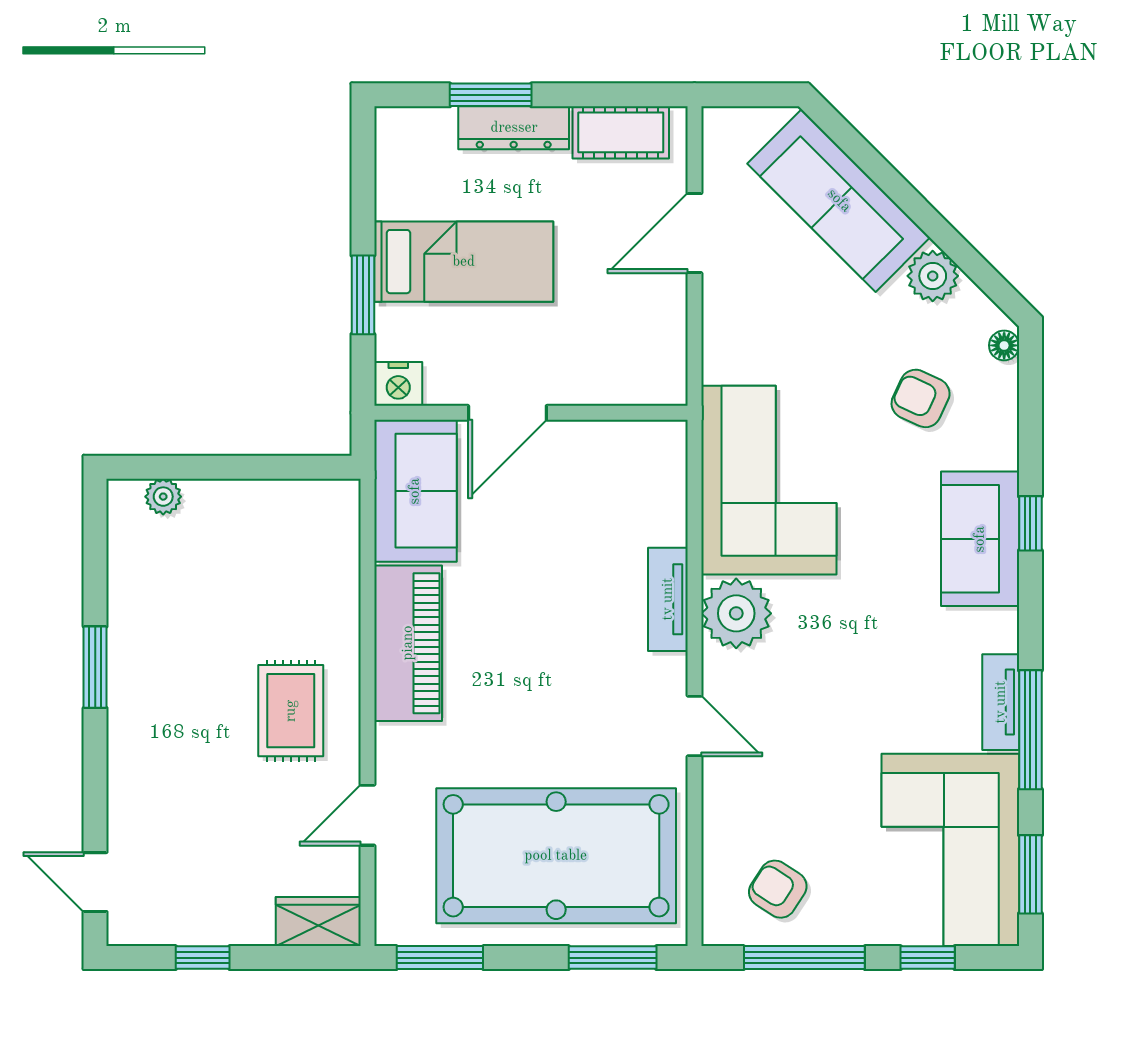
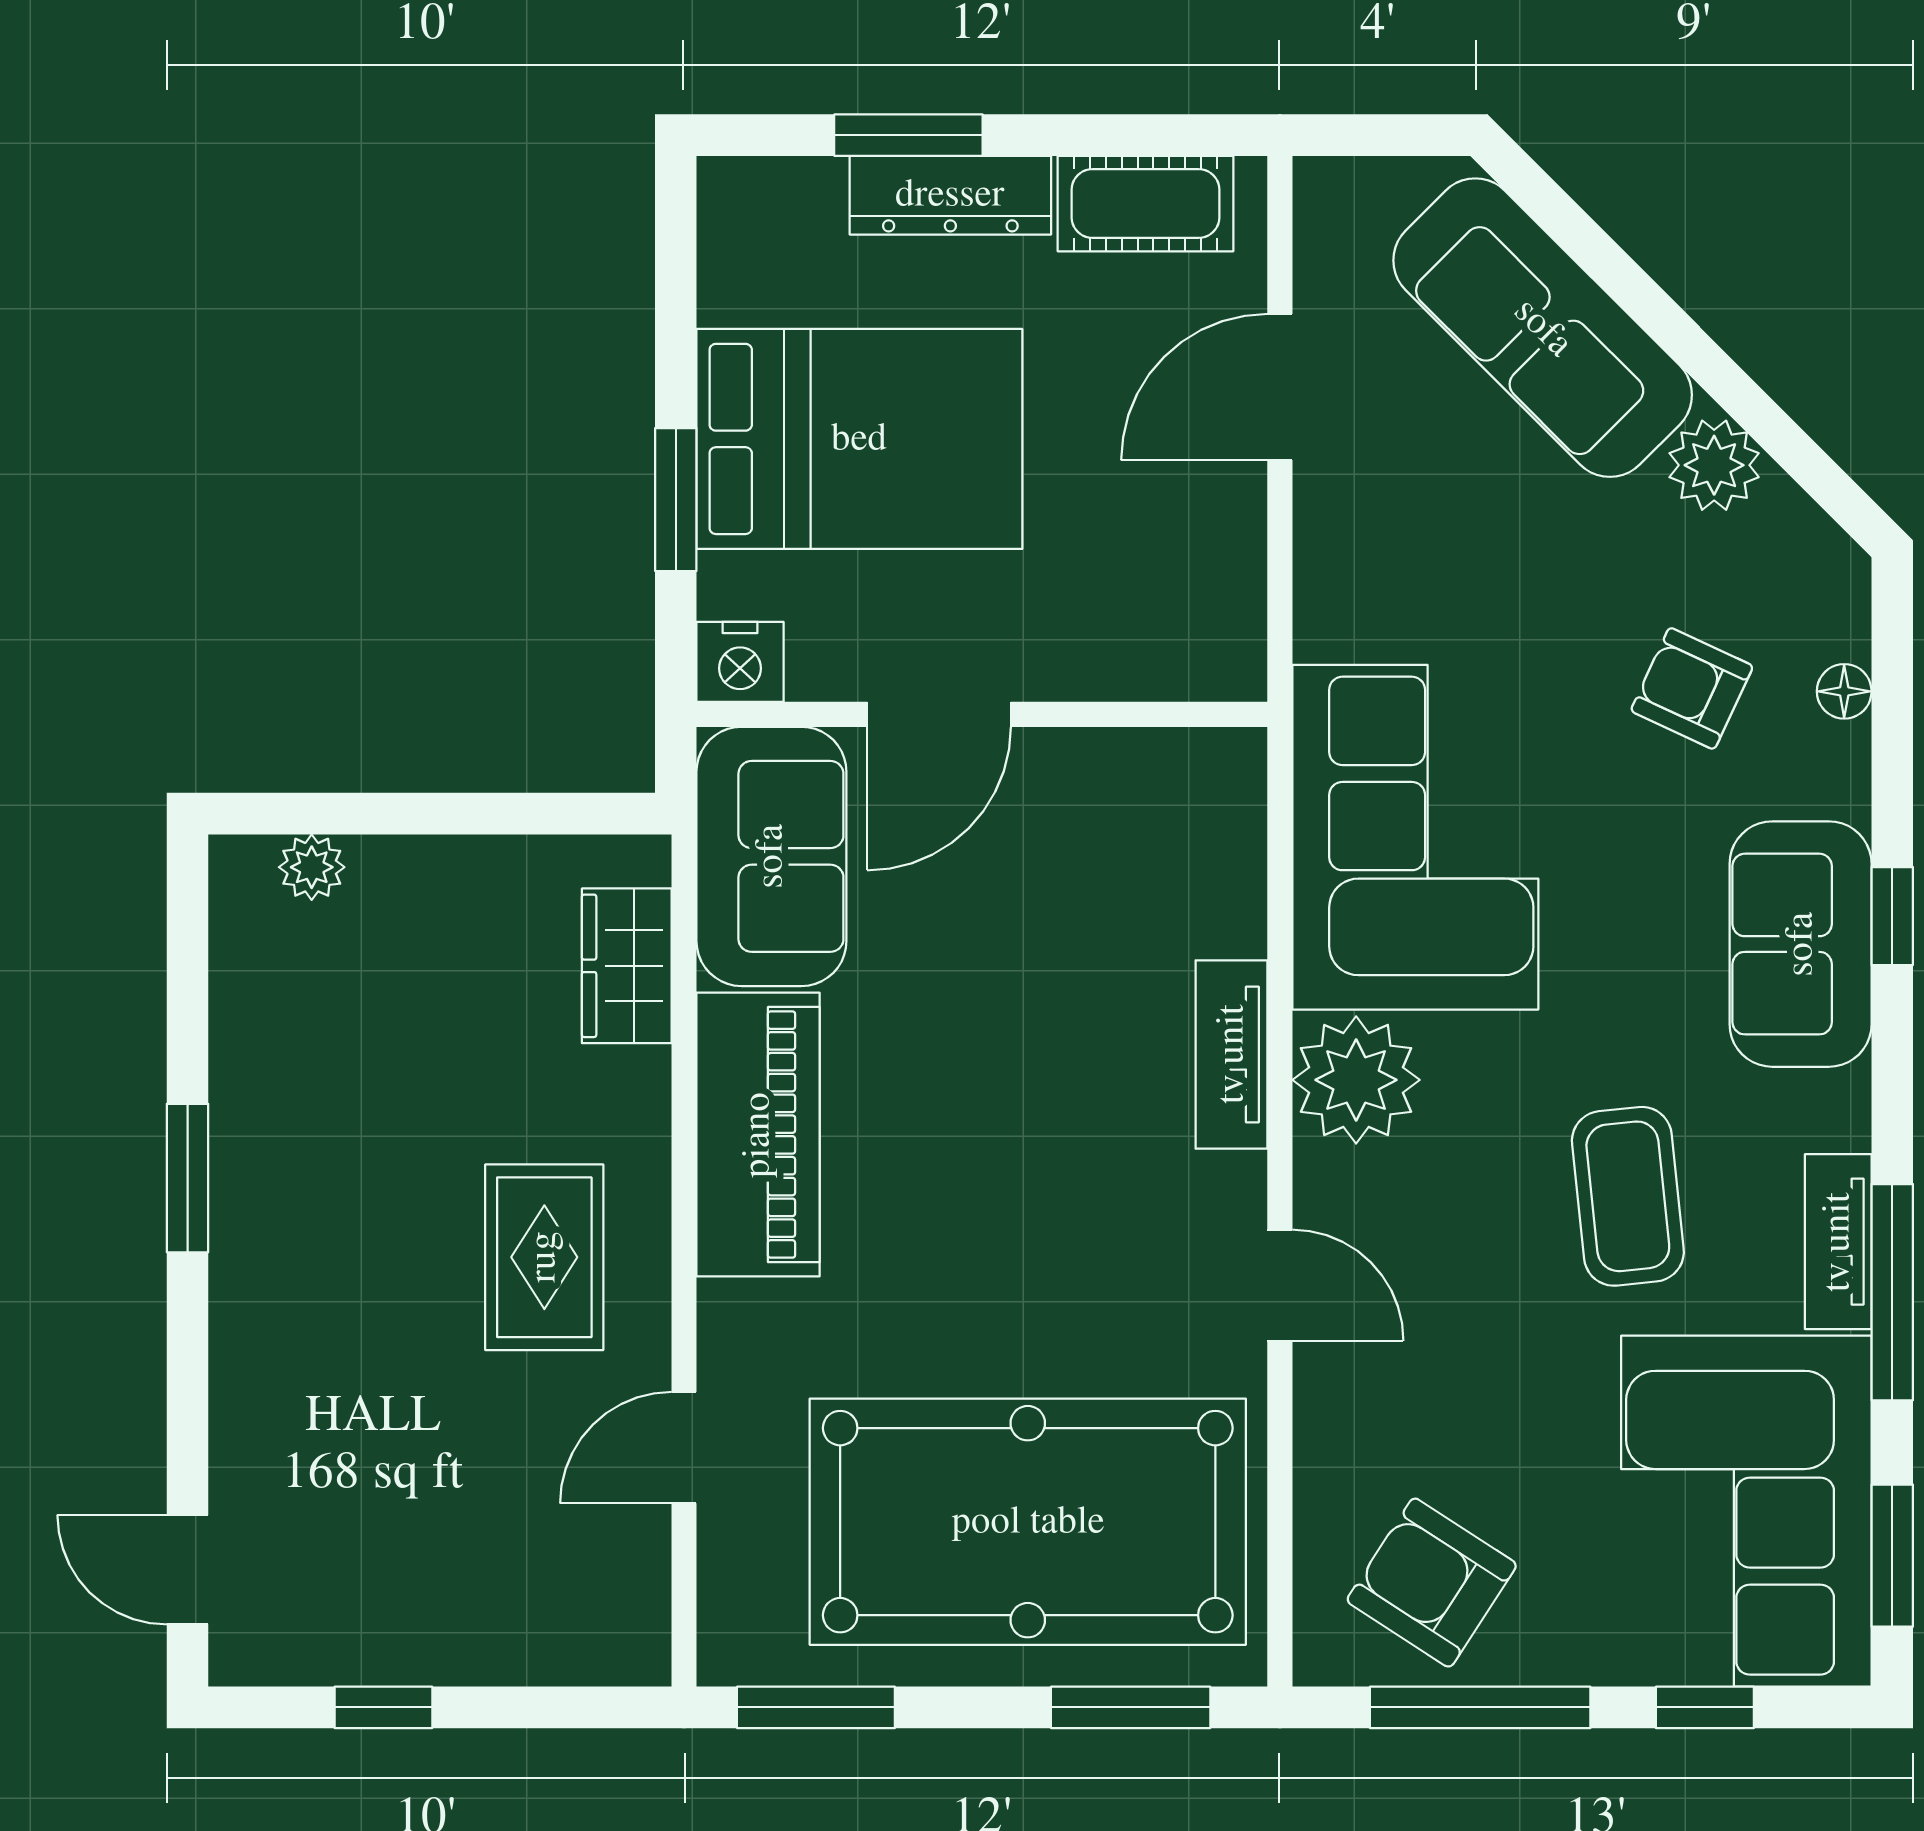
bed: (464, 262) -> (859, 439), width x1.50
floor lamp: (1004, 345) -> (1844, 691), moved
coffee table: (885, 677) -> (1628, 1196), added
armchair: (778, 889) -> (1432, 1583), width x1.38, depth x1.38
wardrobe: (318, 922) -> (627, 966), moved, turned -90

